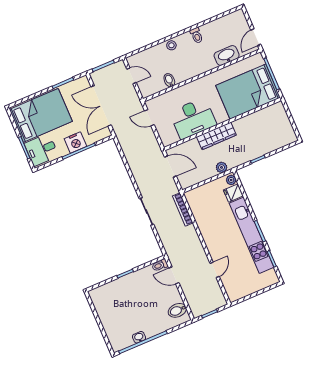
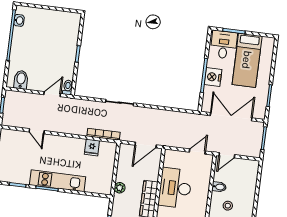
stool: (171, 45) -> (228, 206), moved
door: (131, 76) -> (227, 155), moved
bed: (41, 115) -> (247, 60), width x0.67
plant: (231, 180) -> (104, 190), removed
fridge: (233, 193) -> (92, 147), moved, turned 180
kitchen unit: (252, 235) -> (58, 181), width x0.73
washbasin: (139, 337) -> (19, 20), moved

